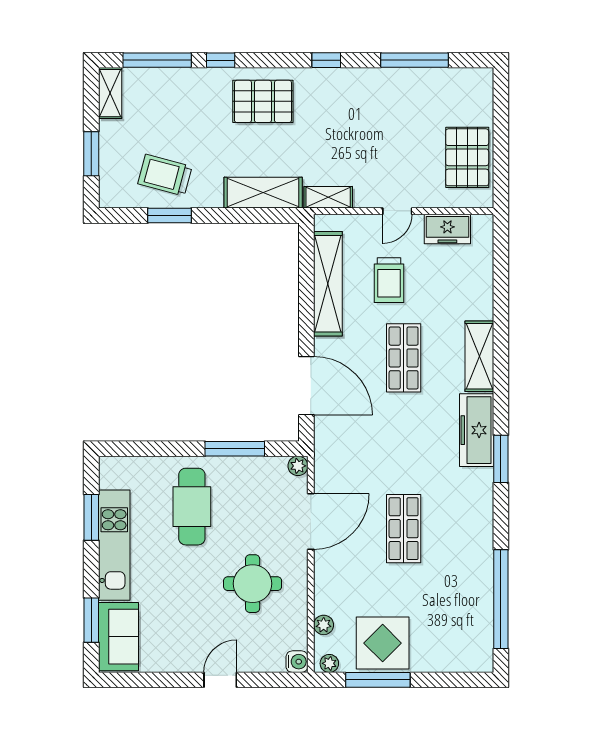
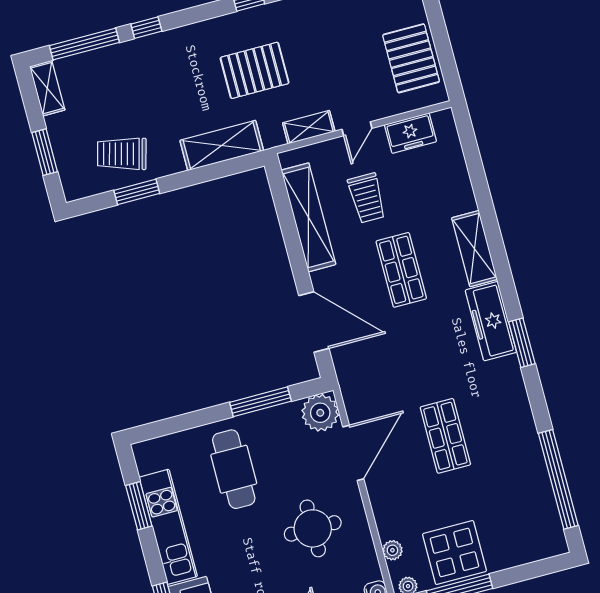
pallet: (263, 101) -> (255, 70), moved
shelving: (328, 197) -> (309, 127), moved
plant: (298, 466) -> (320, 413), width x1.87, depth x1.87

